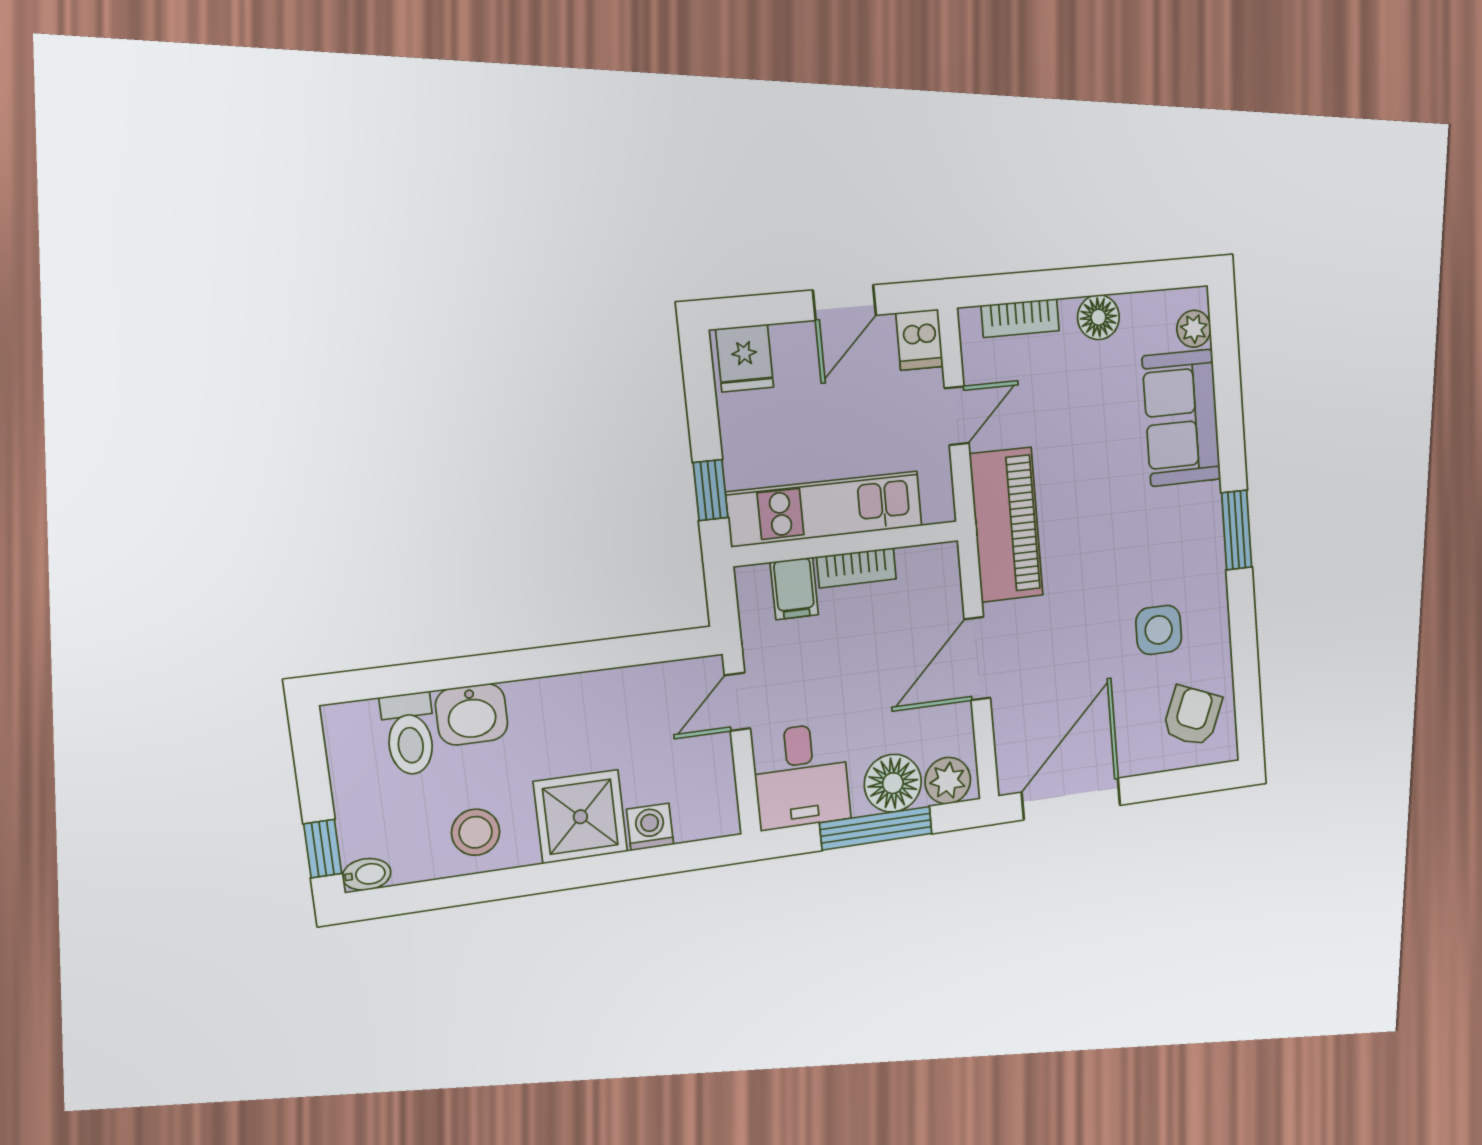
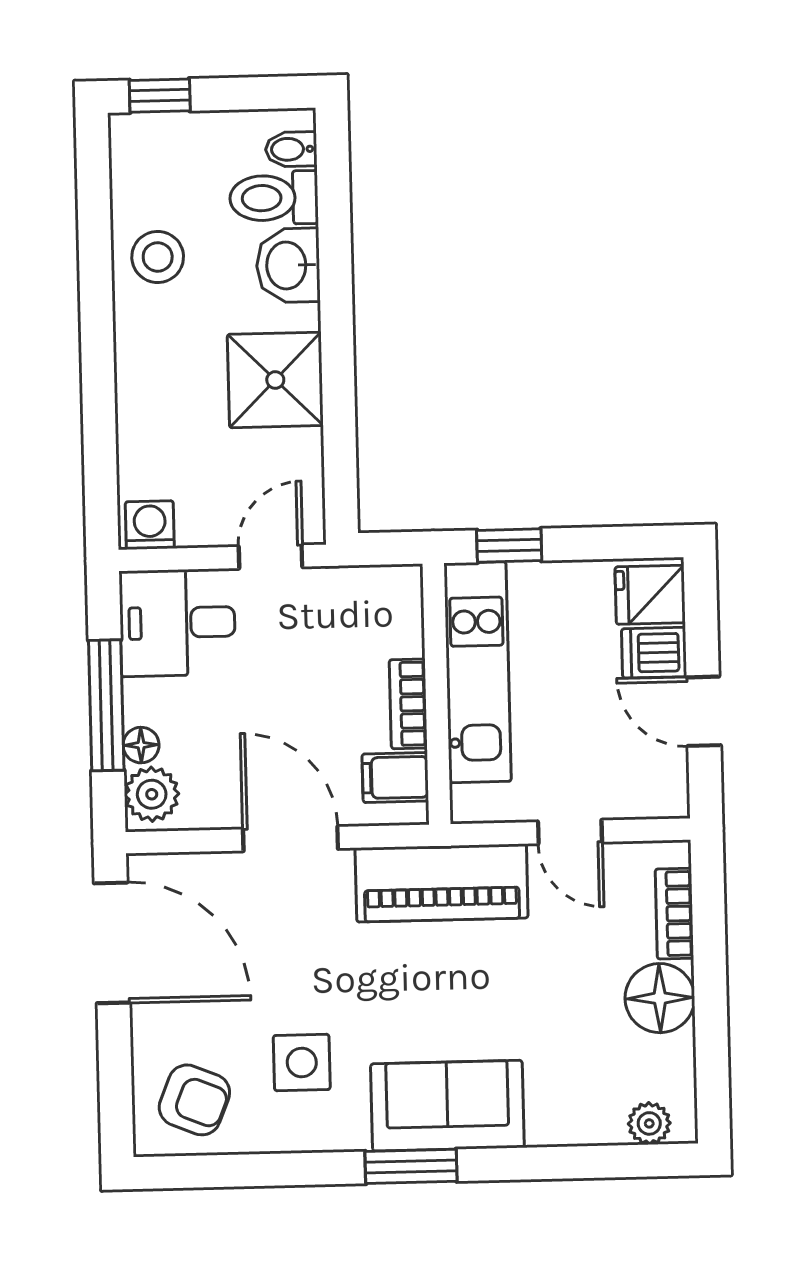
floor lamp: (1098, 317) -> (660, 998), width x1.38, depth x1.38
dishwasher: (920, 340) -> (654, 653), moved
sofa: (1182, 418) -> (447, 1106), moved
filing cabinet: (794, 588) -> (395, 778), moved
door: (737, 702) -> (270, 557), hinge flipped
floor lamp: (893, 783) -> (141, 745), width x0.53, depth x0.53
shower: (580, 817) -> (275, 380), moved
washing machine: (650, 827) -> (150, 525), moved, turned -90
bidet: (367, 874) -> (291, 149), moved, turned 90

